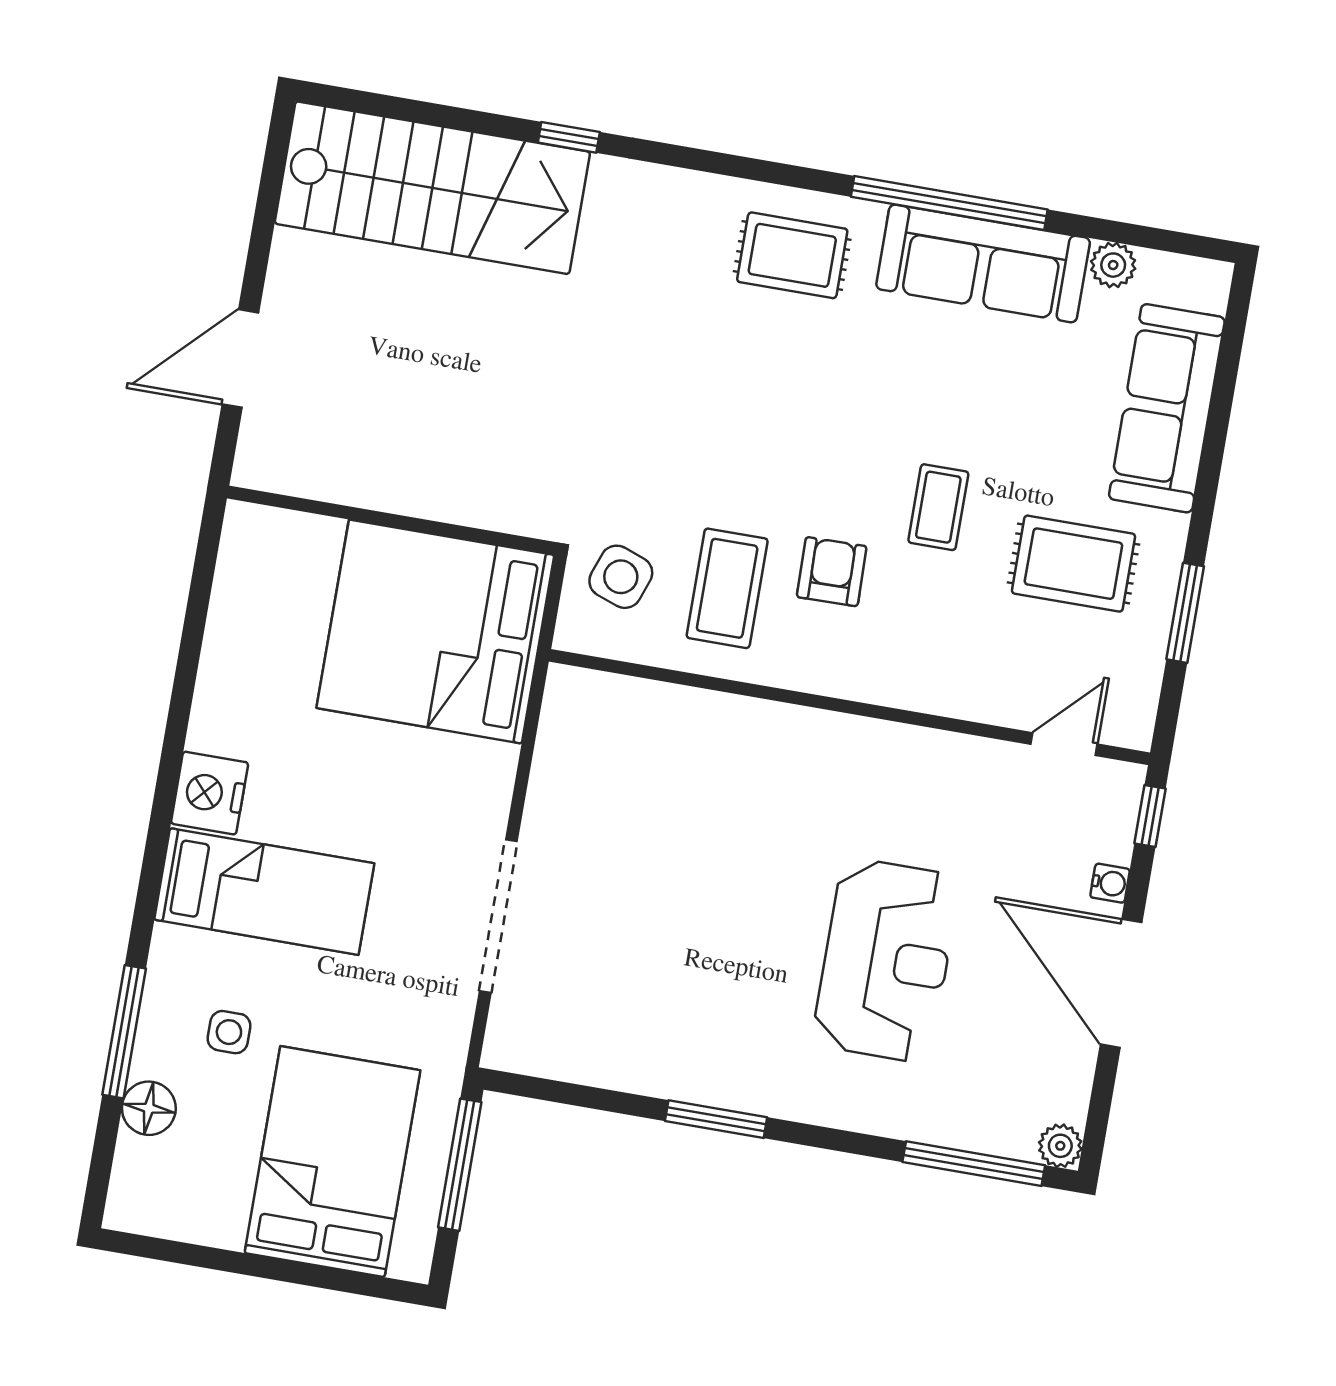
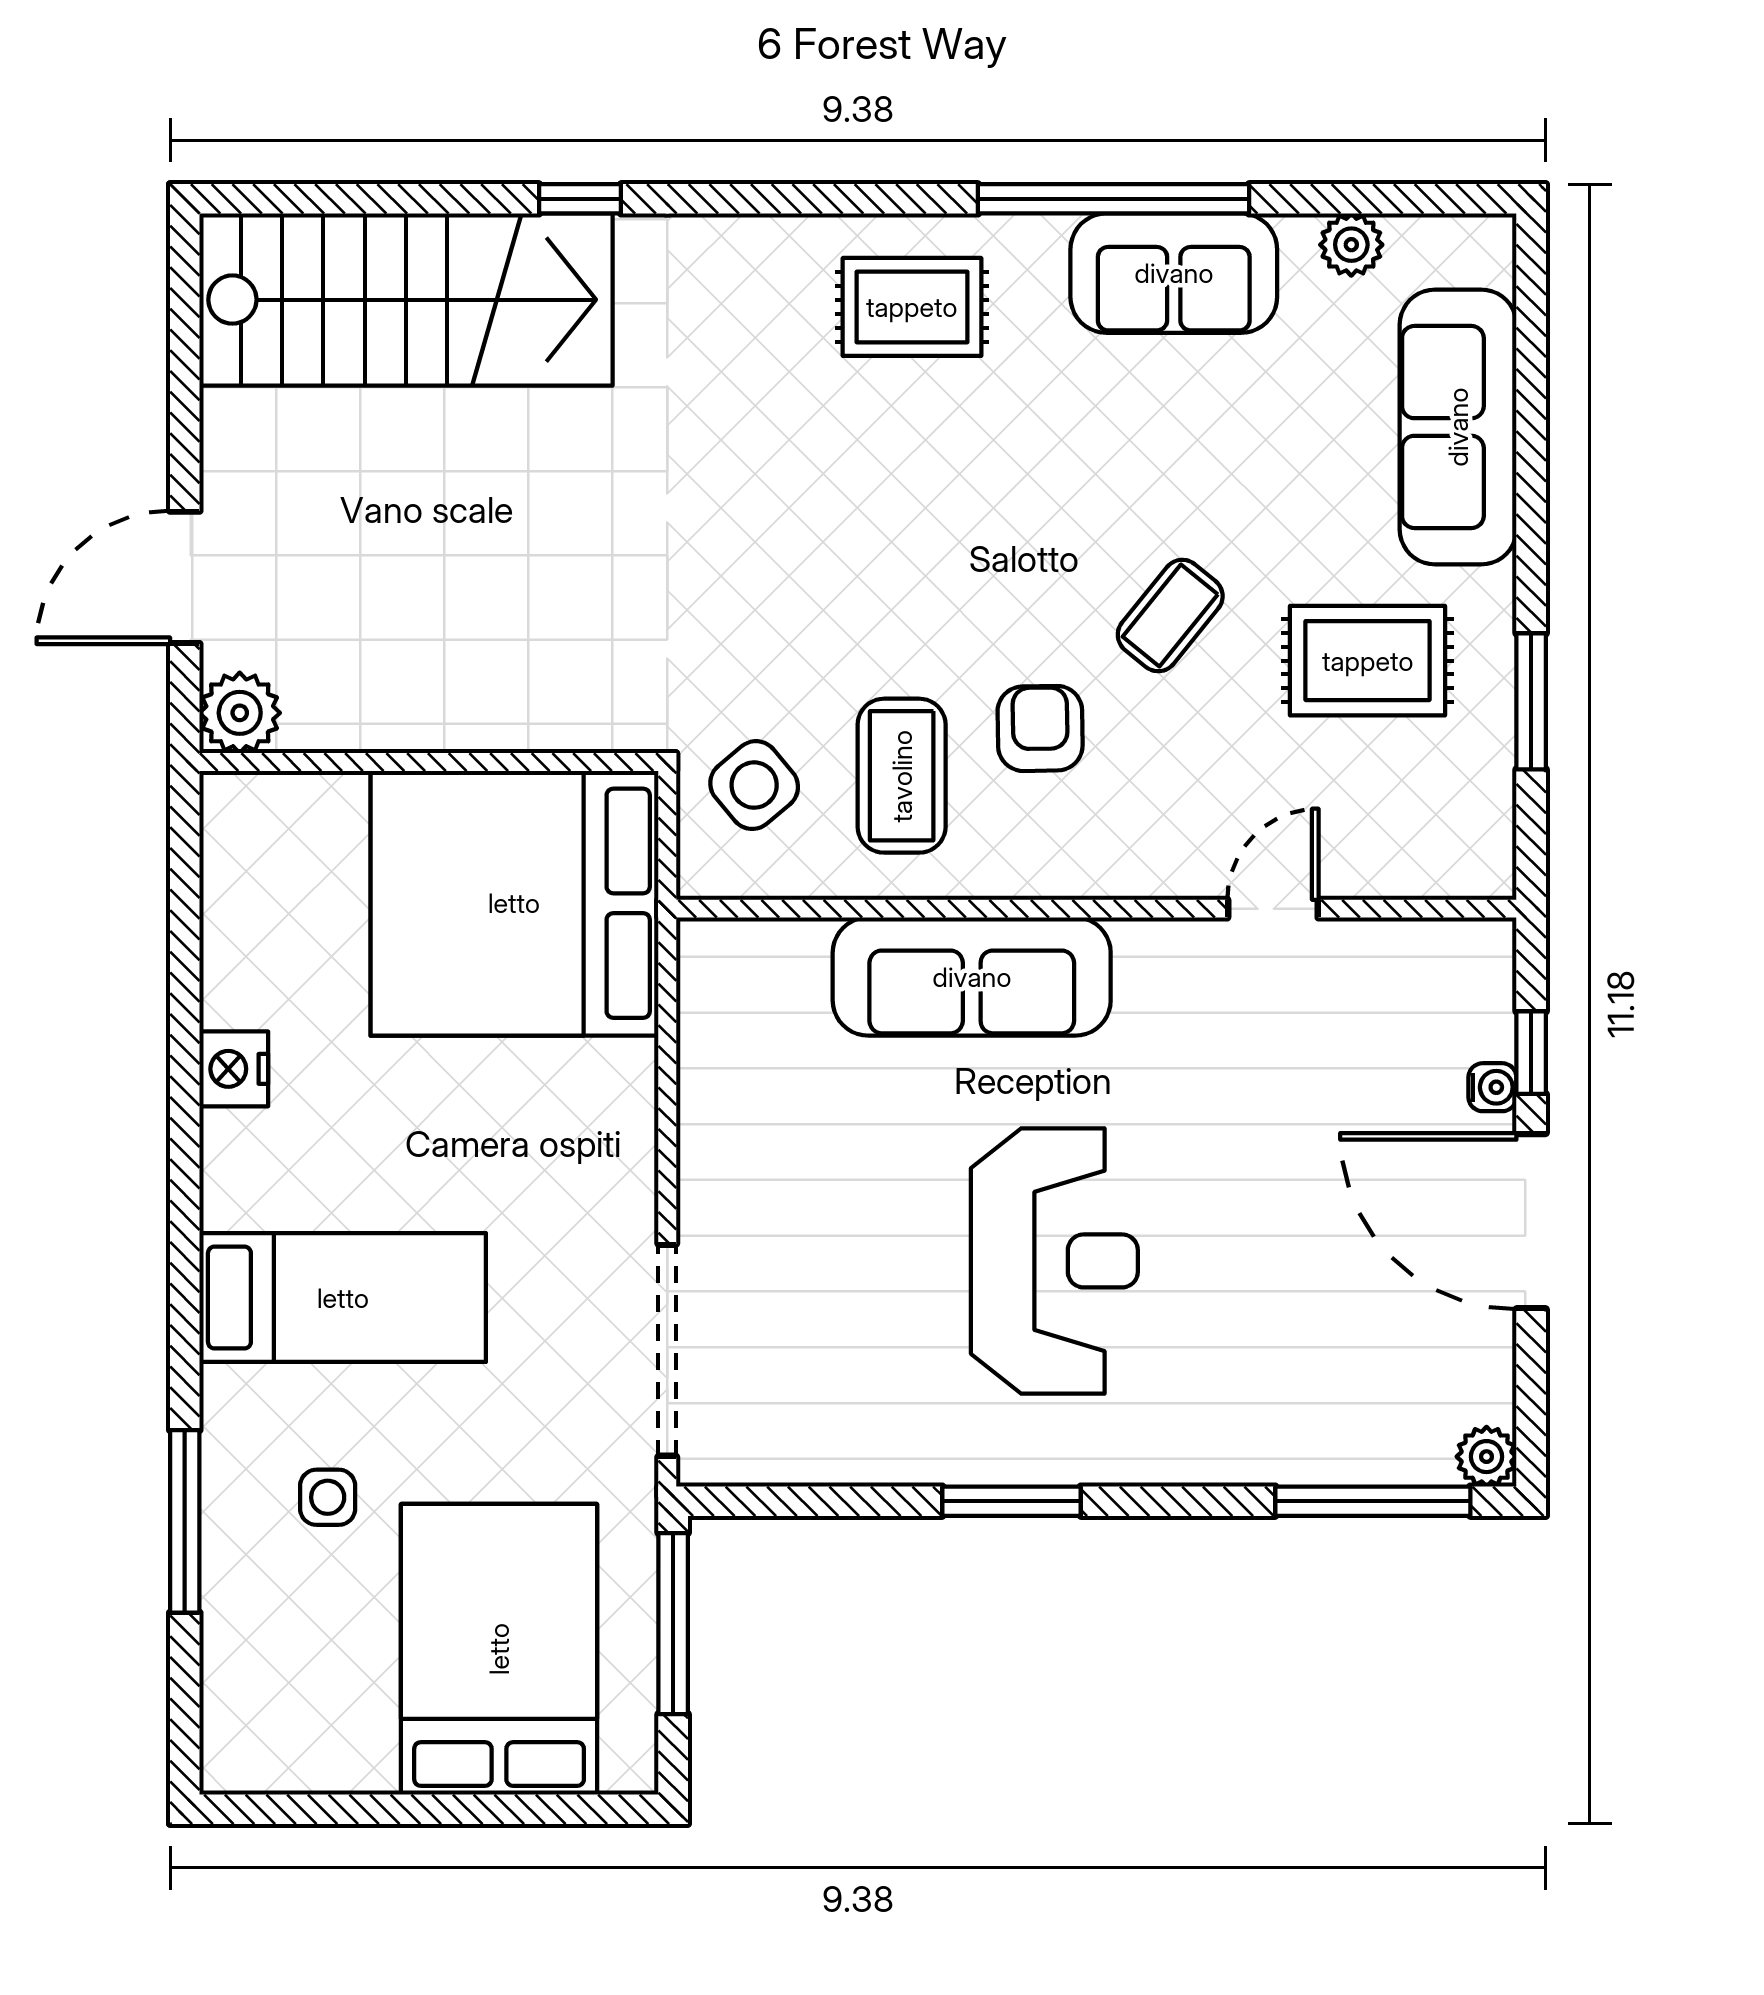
sofa: (983, 263) -> (1174, 273), width x0.73
plant: (263, 462) -> (240, 713), added
coffee table: (938, 507) -> (1170, 616), turned 39
side table: (621, 577) -> (754, 785), turned 30
sofa: (752, 740) -> (972, 977), added
door: (1064, 744) -> (1273, 909), moved
nightstand: (210, 793) -> (234, 1069), moved, width x0.74, depth x0.75
window: (1150, 816) -> (1531, 1053), moved
doorway: (498, 916) -> (667, 1350), moved
reception desk: (886, 960) -> (1054, 1261), moved
floor lamp: (149, 1108) -> (236, 1620), removed

